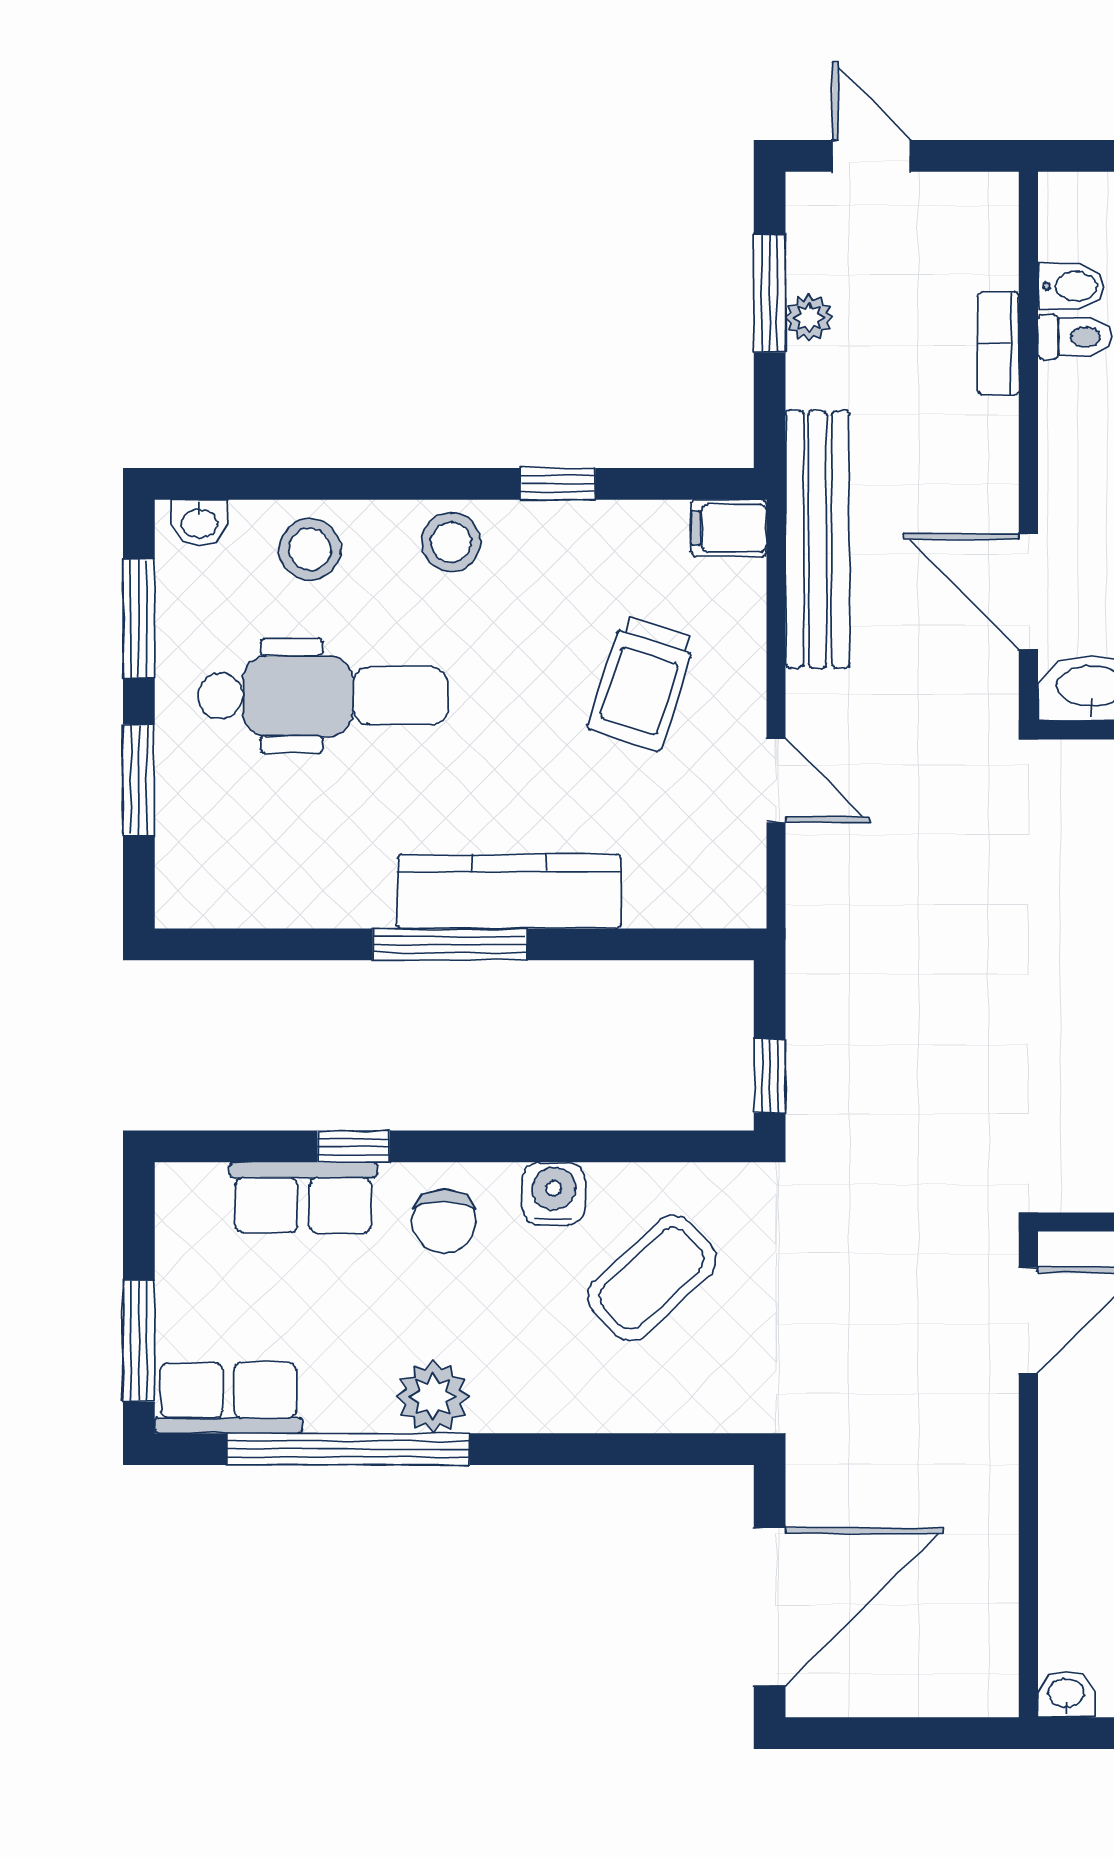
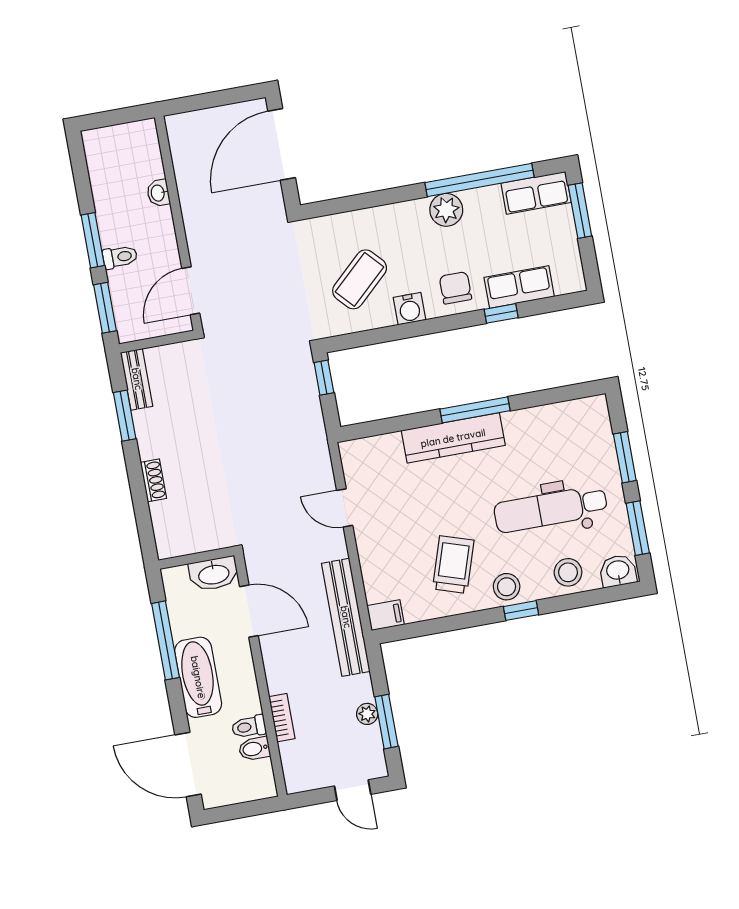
window: (558, 484) -> (521, 611), moved
washbasin: (199, 522) -> (618, 571), width x1.38, depth x1.45
trolley: (642, 683) -> (453, 565), moved
washbasin: (1066, 1694) -> (158, 193), moved, turned 90

